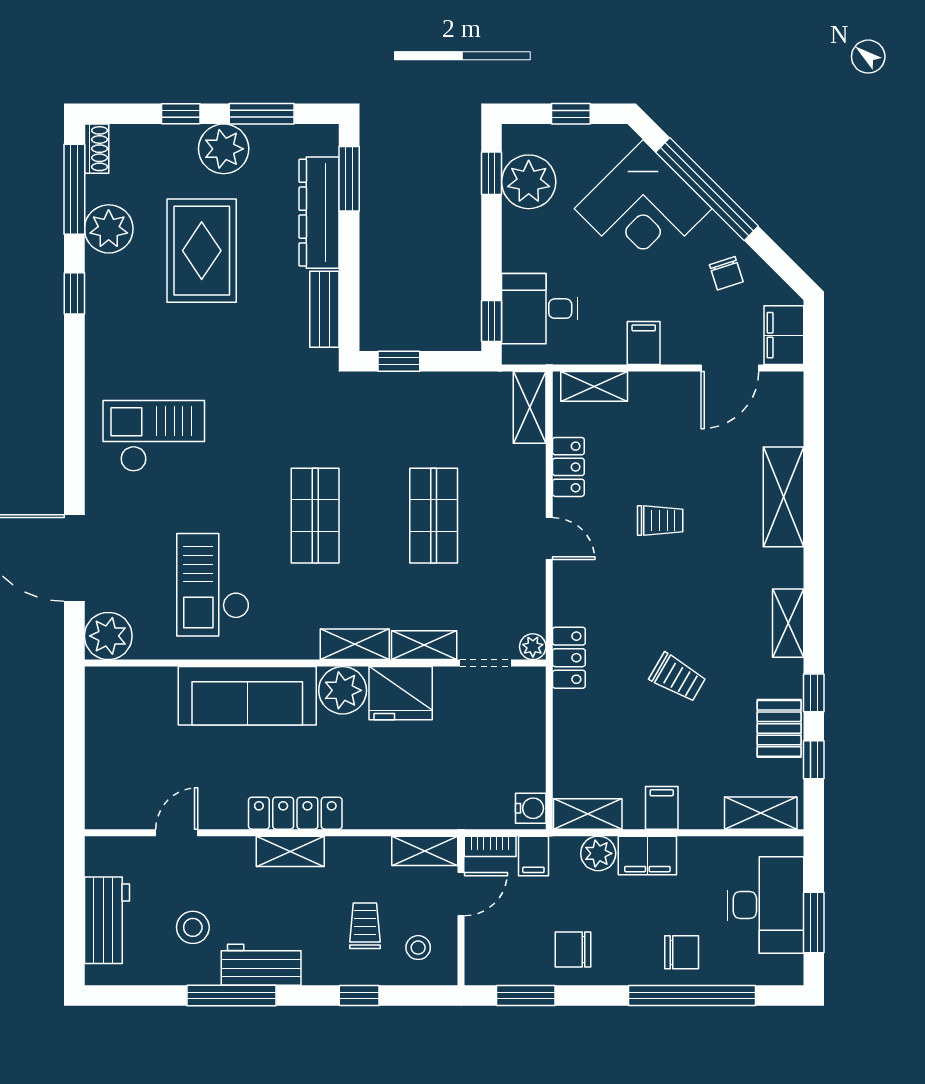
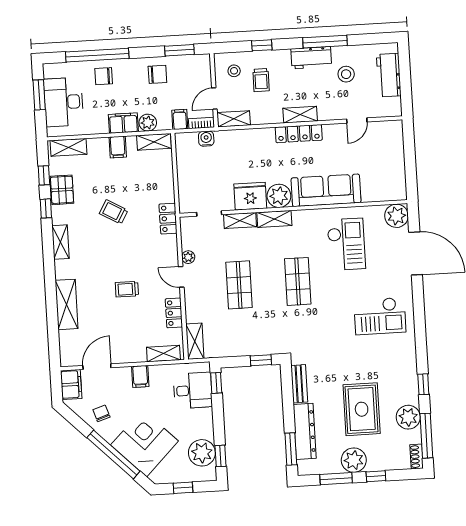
plant: (533, 647) -> (188, 257), moved
water cooler: (531, 808) -> (206, 139), moved, turned 90

